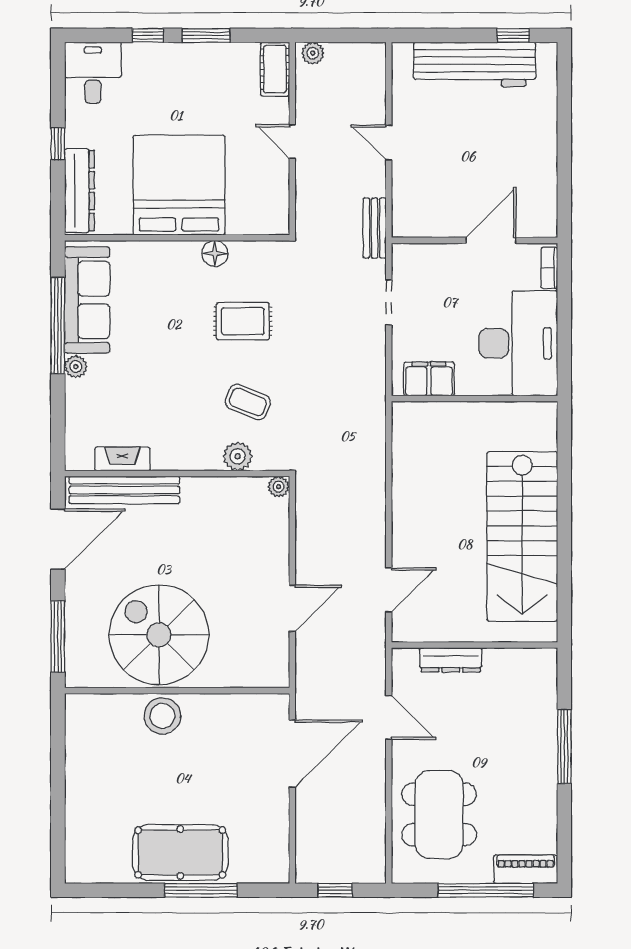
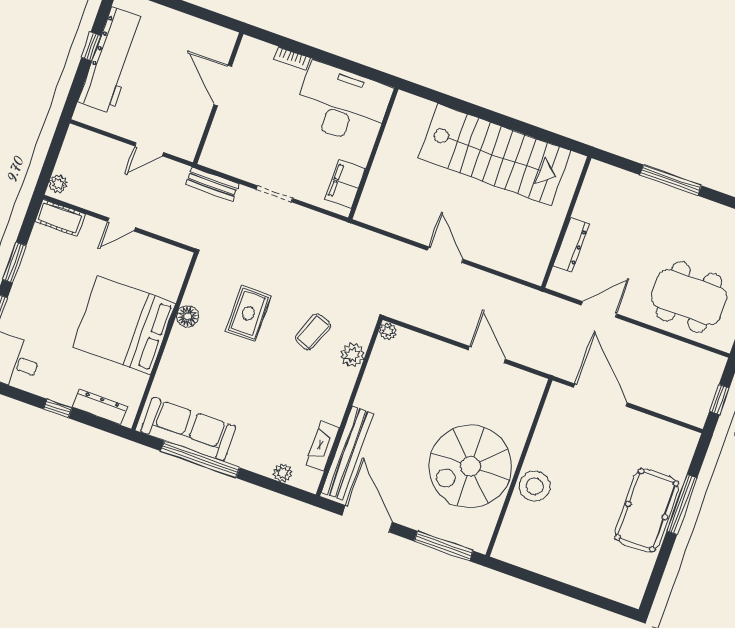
window: (513, 35) -> (91, 47), moved
dresser: (79, 191) -> (100, 407), width x0.73, depth x0.80
wall: (475, 240) -> (218, 98), moved
door: (491, 240) -> (223, 85), moved
plant: (76, 367) -> (283, 473), moved
door: (389, 590) -> (445, 255), moved

